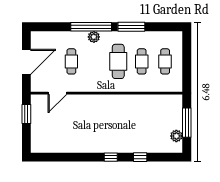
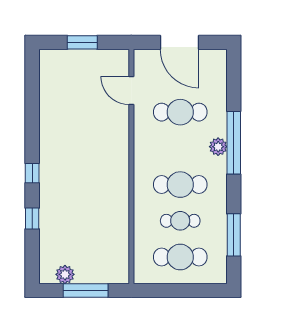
window: (131, 27) -> (234, 235), moved
cafe table: (71, 61) -> (180, 112), width x1.37, depth x1.35
cafe table: (165, 61) -> (180, 257), width x1.37, depth x1.35
window: (26, 114) -> (82, 42), moved

